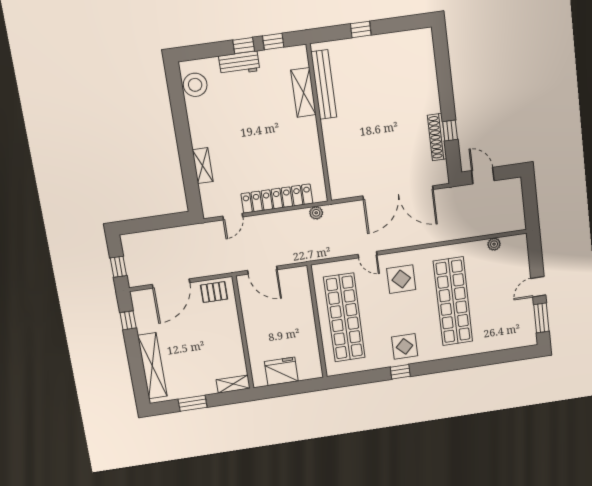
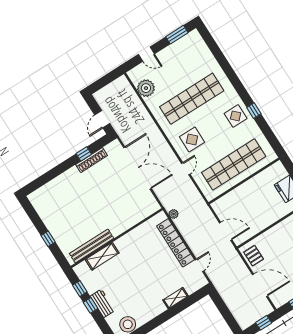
door: (233, 217) -> (199, 265), hinge flipped
plant: (494, 244) -> (146, 88), width x1.87, depth x1.87
door: (262, 270) -> (226, 231), hinge flipped
door: (538, 287) -> (146, 54), moved

